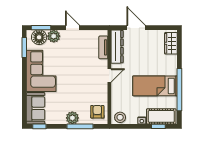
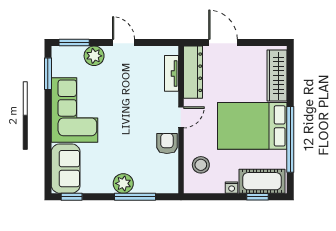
floor lamp: (39, 37) -> (71, 58), removed
wardrobe: (171, 43) -> (277, 76), width x1.50
bed: (155, 86) -> (252, 126), width x1.50
armchair: (97, 112) -> (167, 143), moved
stool: (120, 117) -> (201, 165), moved

